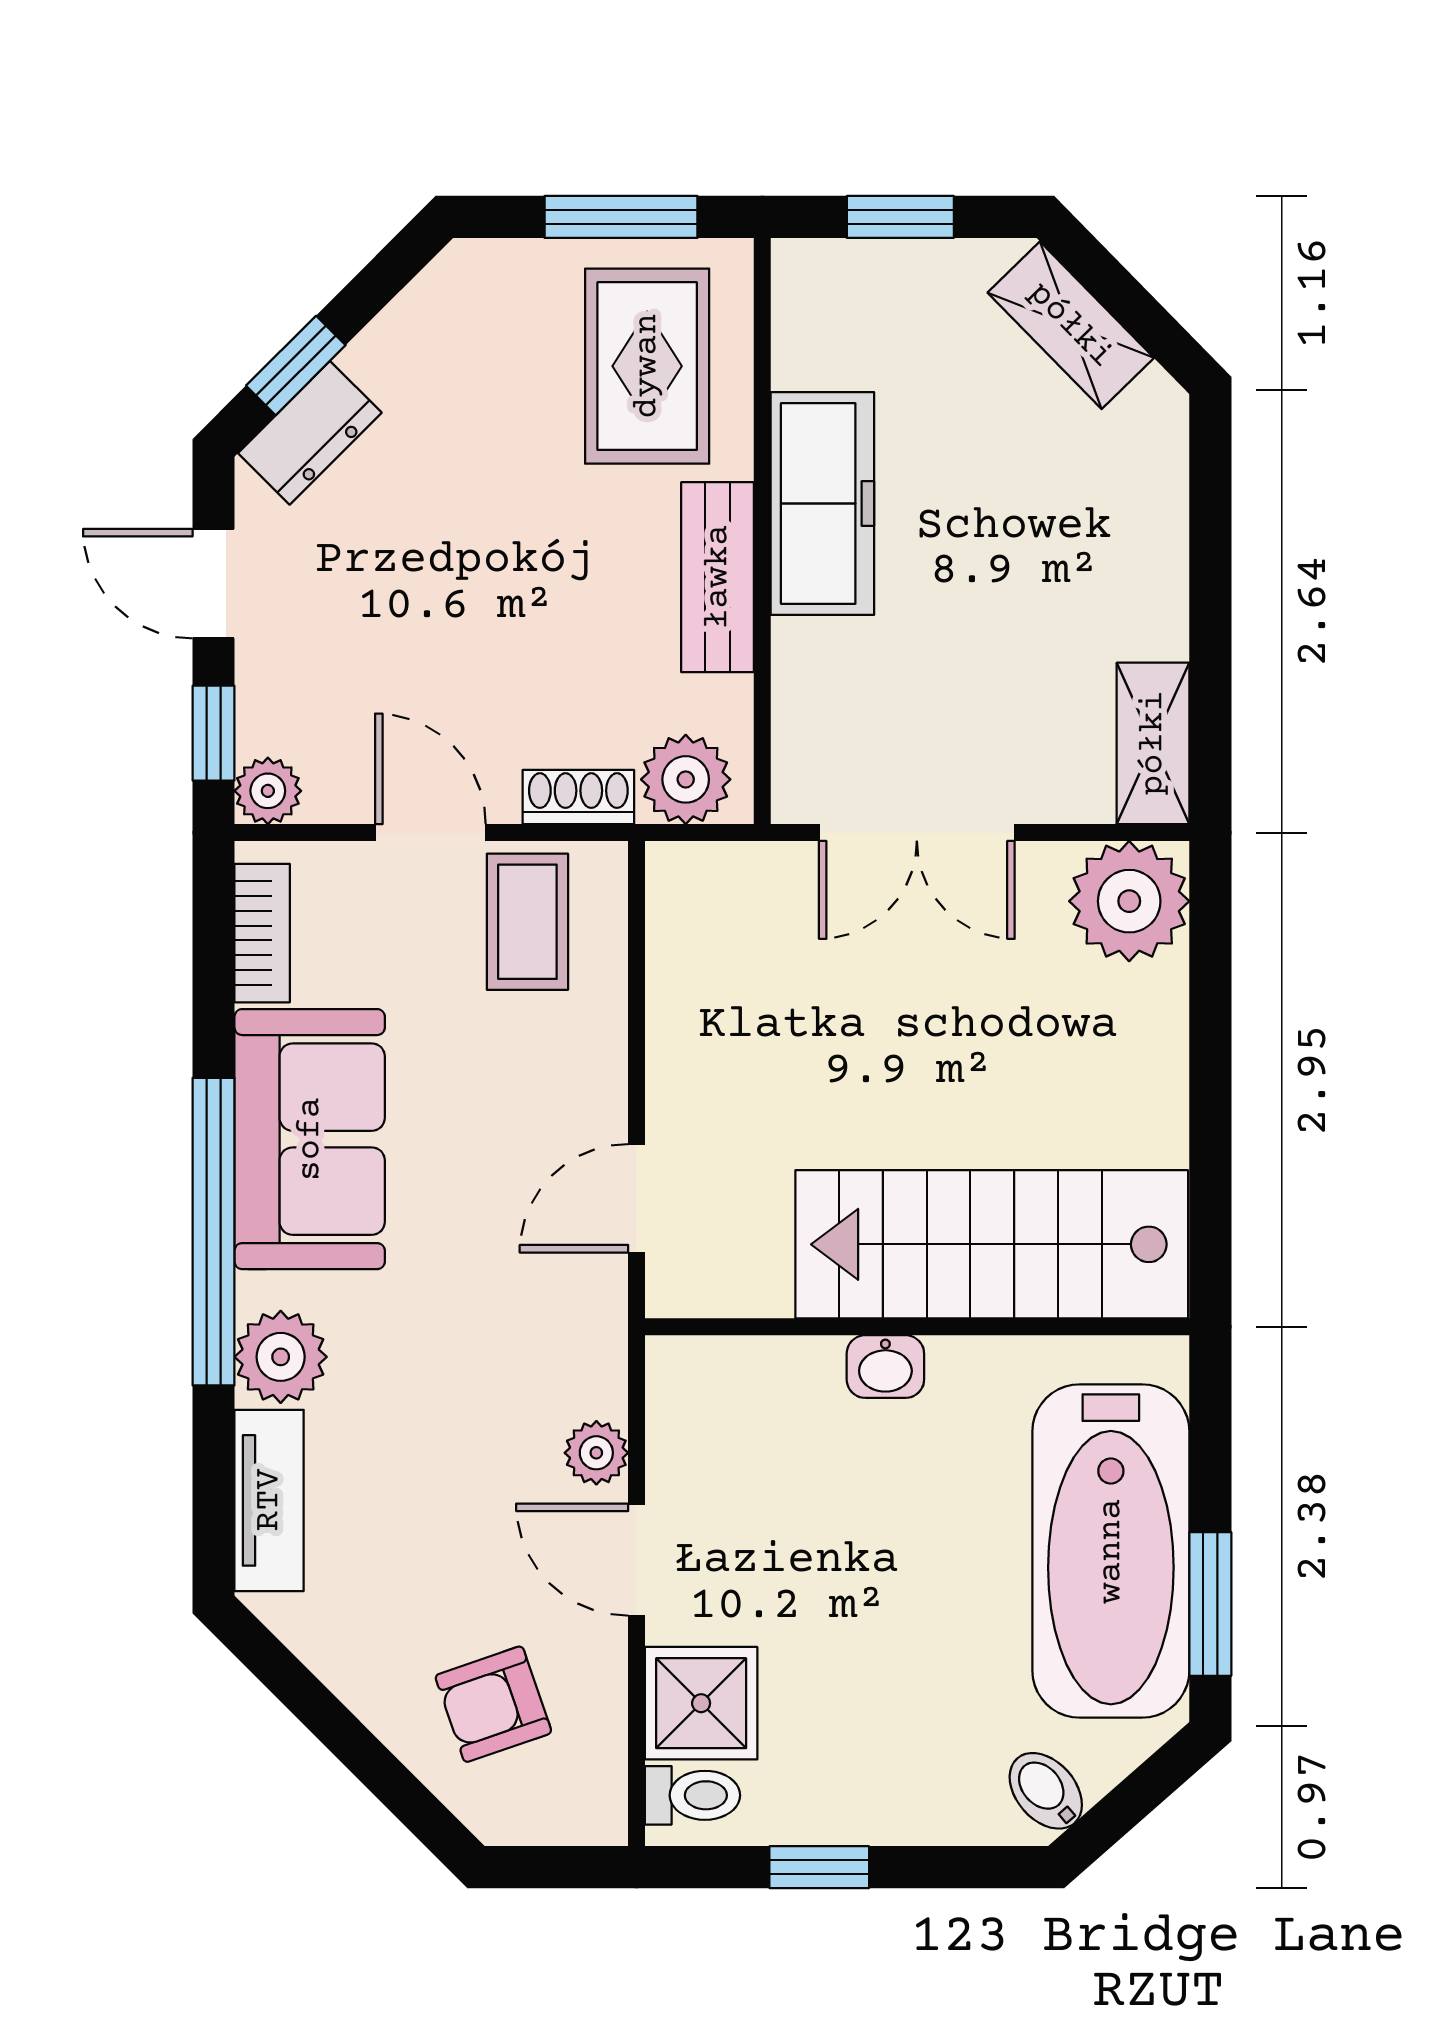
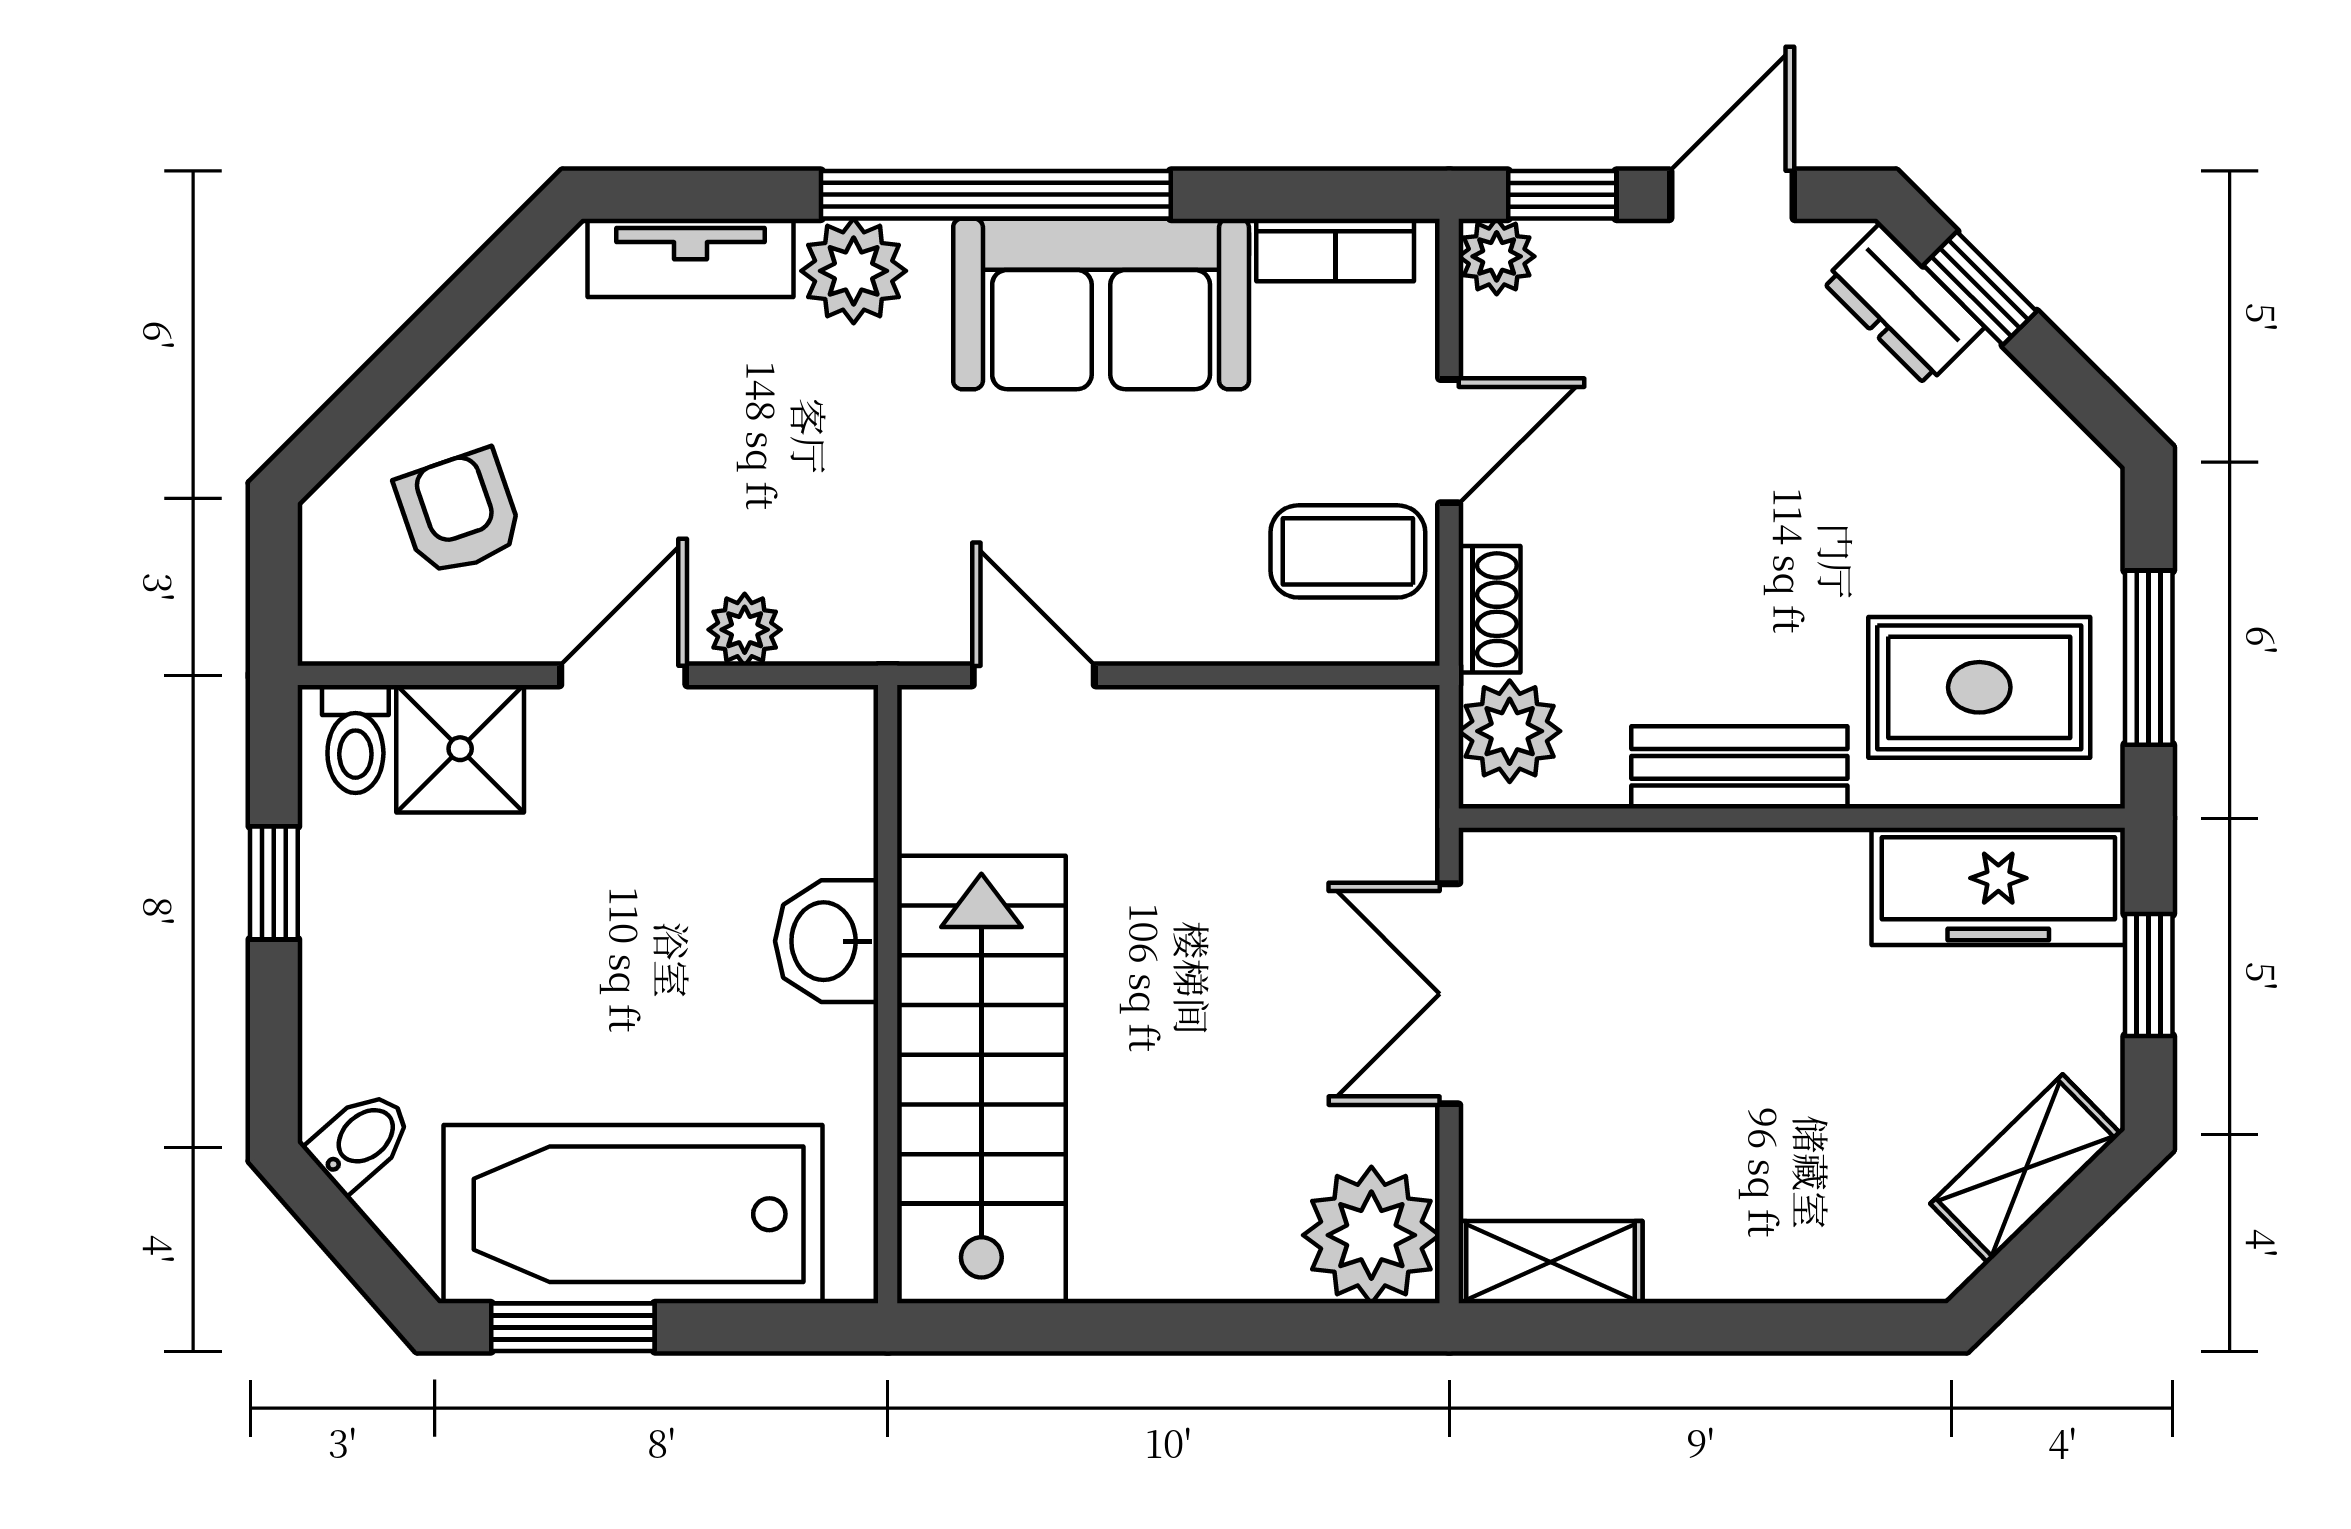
freezer: (822, 503) -> (1998, 886), moved
washbasin: (885, 1367) -> (827, 941), width x1.38, depth x1.45

